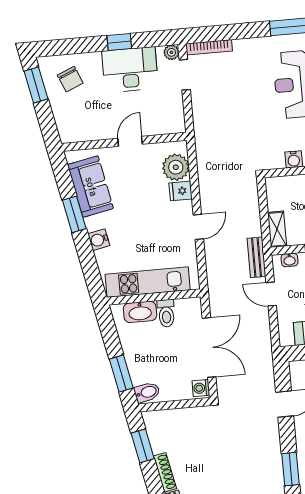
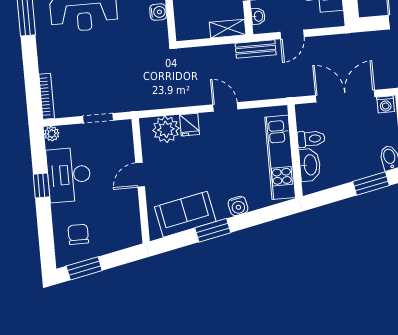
doorway: (185, 75) -> (98, 118), moved
chair: (70, 79) -> (78, 234), turned -67
door: (130, 141) -> (140, 175), hinge flipped

